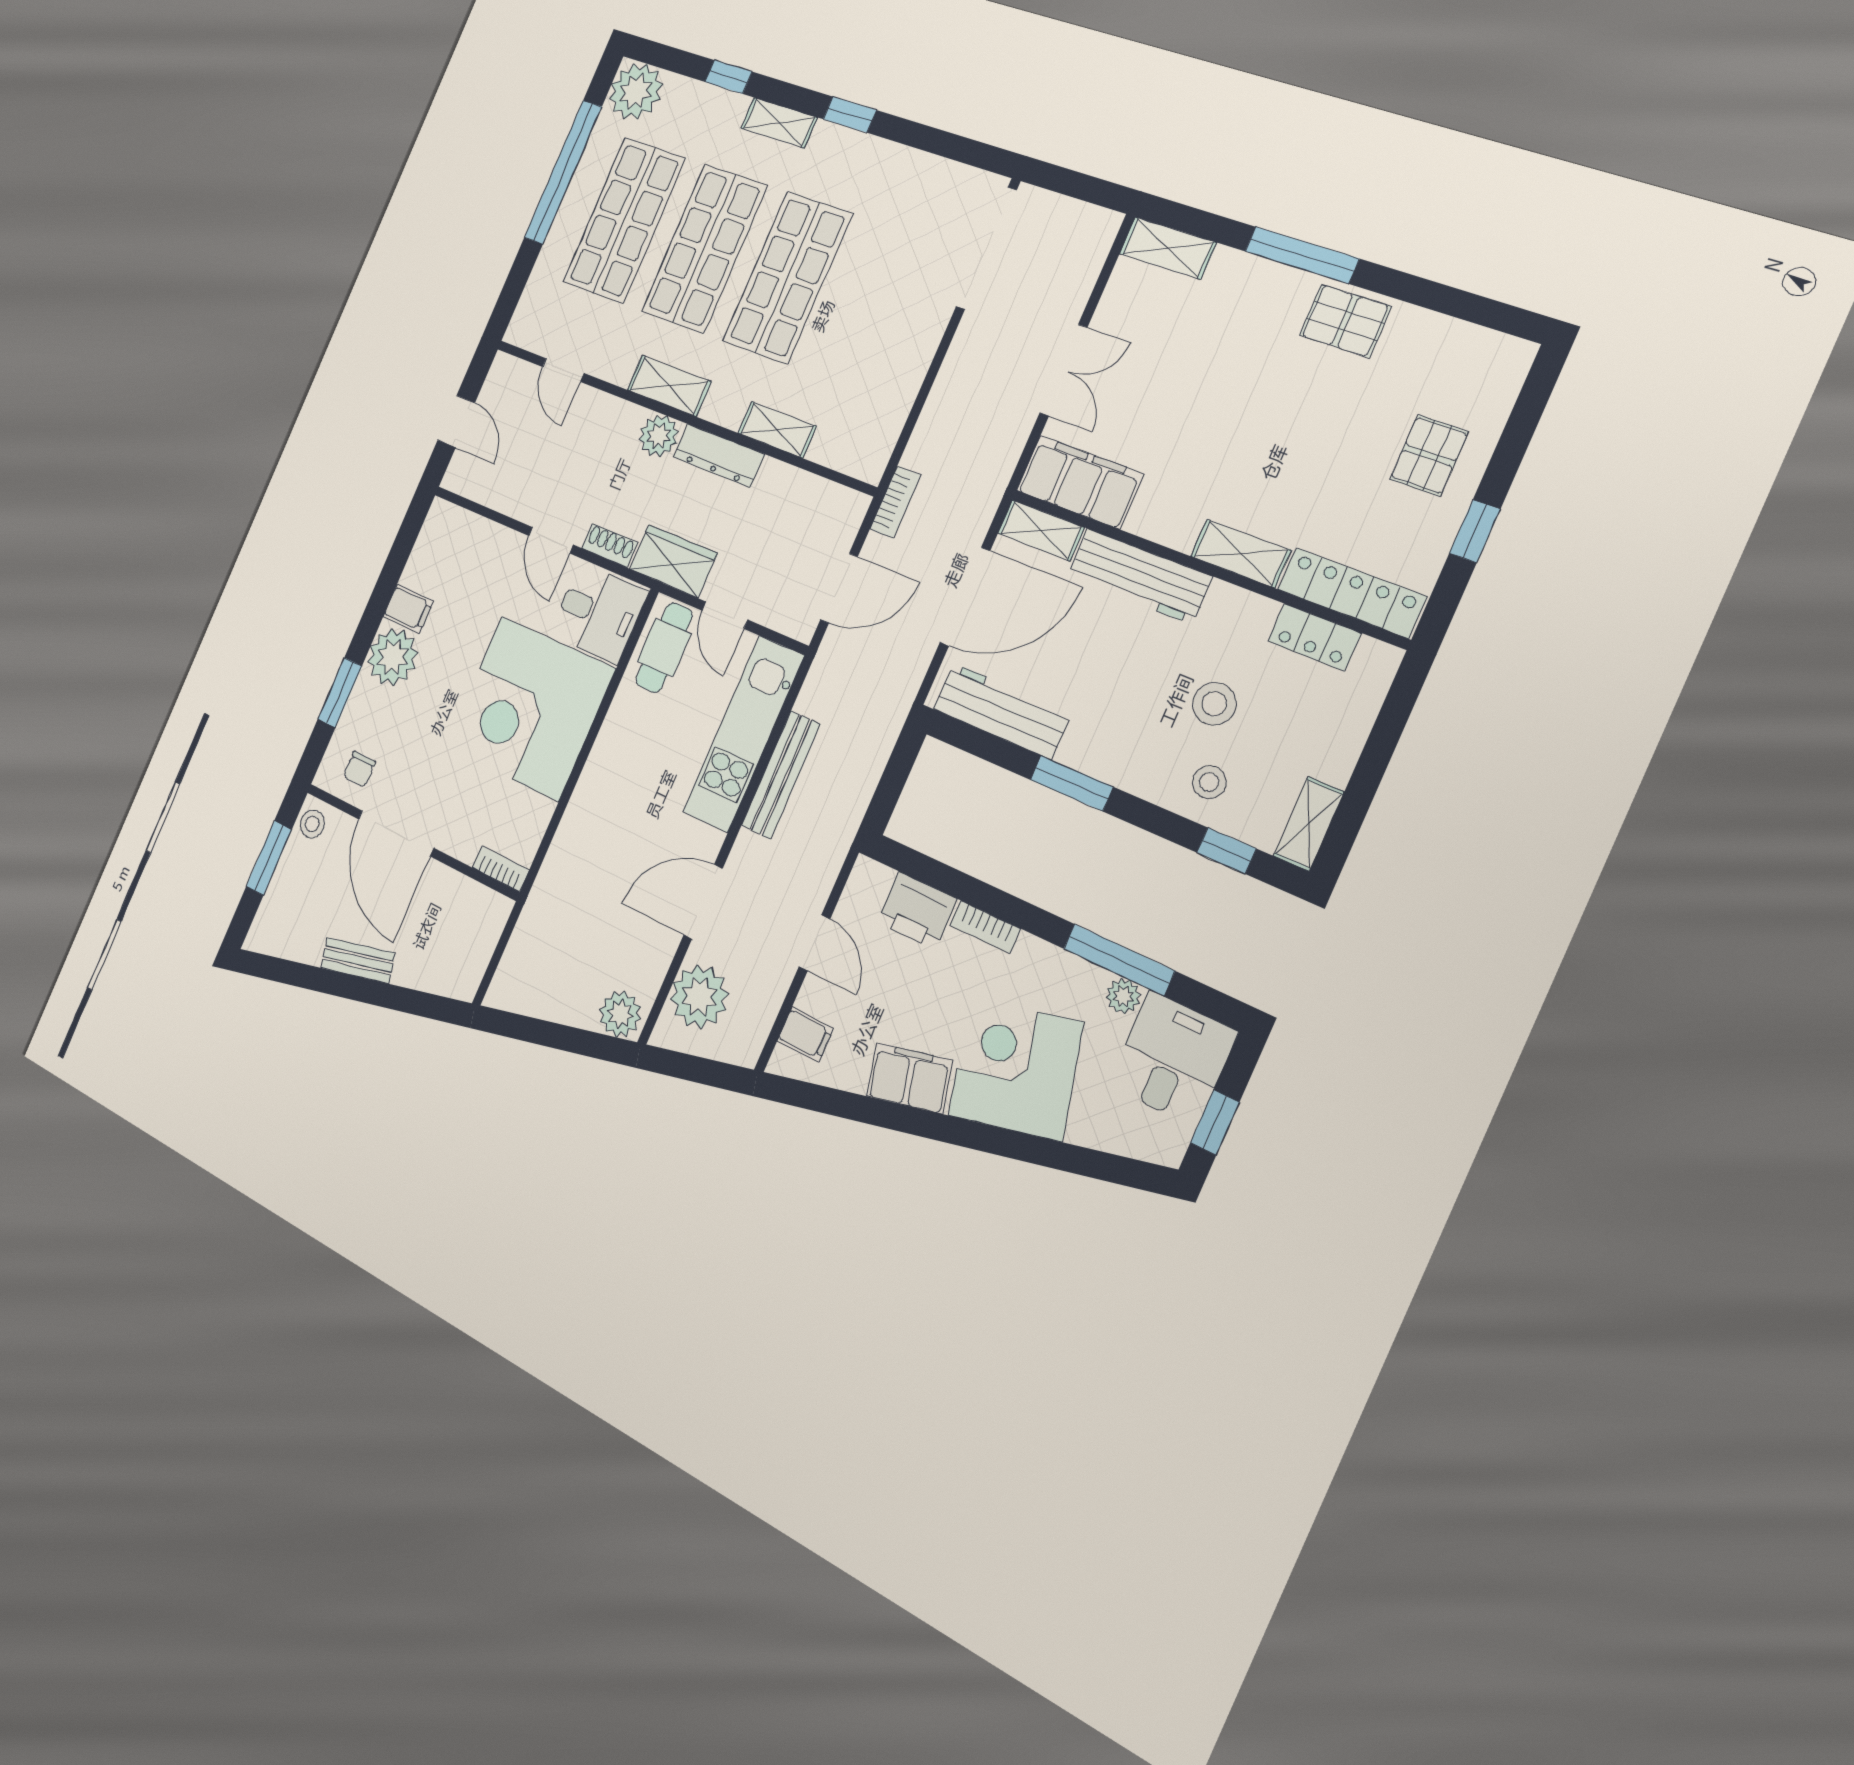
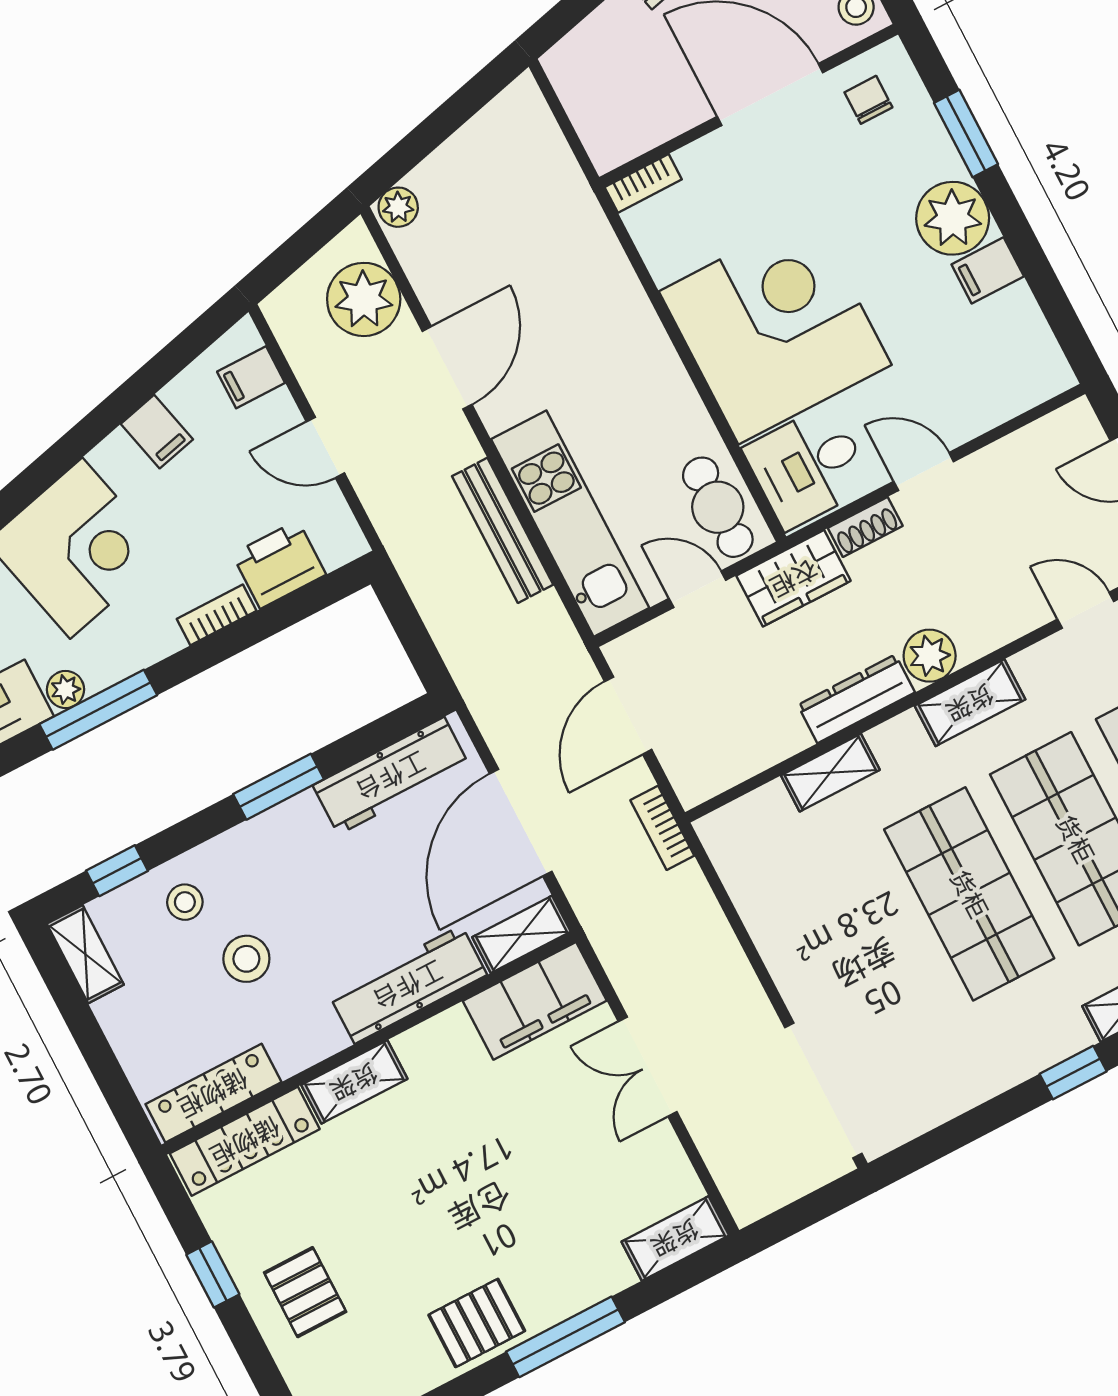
locker: (1314, 637) -> (213, 1093), width x1.53
plant: (620, 1014) -> (398, 207), width x0.73, depth x0.73
filing cabinet: (909, 1078) -> (157, 432), width x0.50

